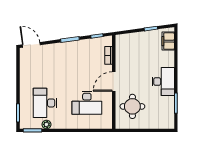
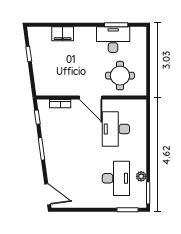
filing cabinet: (168, 41) -> (63, 34), moved
door: (31, 45) -> (48, 194), swing flipped
desk: (163, 82) -> (113, 40), moved
desk: (45, 103) -> (116, 178), turned -90
desk: (87, 103) -> (116, 129), turned 180

